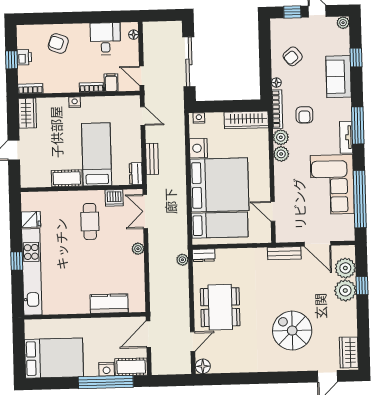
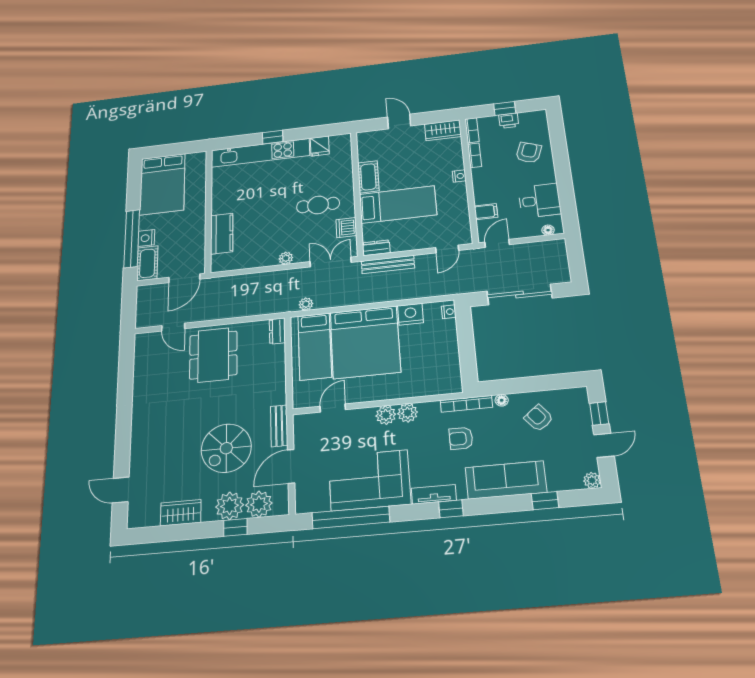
sofa: (339, 77) -> (506, 480), width x1.36
bookcase: (91, 87) -> (475, 155), moved
wardrobe: (246, 120) -> (450, 367), removed
window: (358, 125) -> (451, 509), width x0.46
plant: (281, 137) -> (386, 415), moved
bench: (152, 159) -> (388, 264), width x1.36
plant: (182, 260) -> (306, 304), moved
dining table: (220, 307) -> (213, 355), turned 90
spiral stairs: (292, 331) -> (226, 448), moved, turned 180
door: (148, 334) -> (184, 278), swing flipped
wardrobe: (349, 352) -> (181, 513), moved
floor lamp: (203, 366) -> (143, 341), removed

